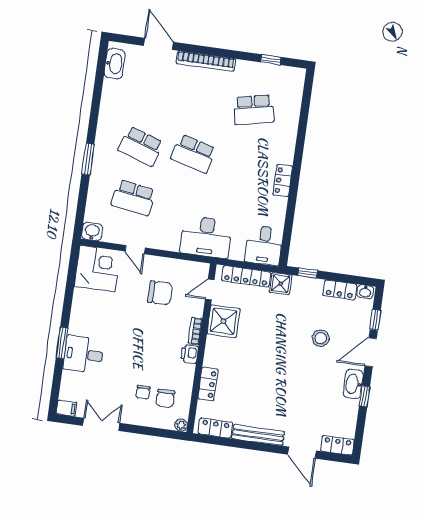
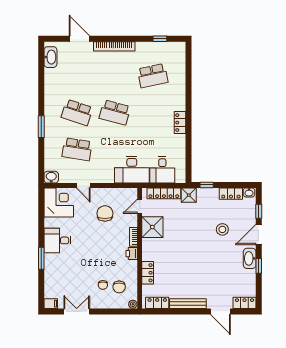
desk: (264, 245) -> (162, 170), moved
chair: (160, 293) -> (105, 213), turned -90
desk: (83, 354) -> (57, 240), moved

